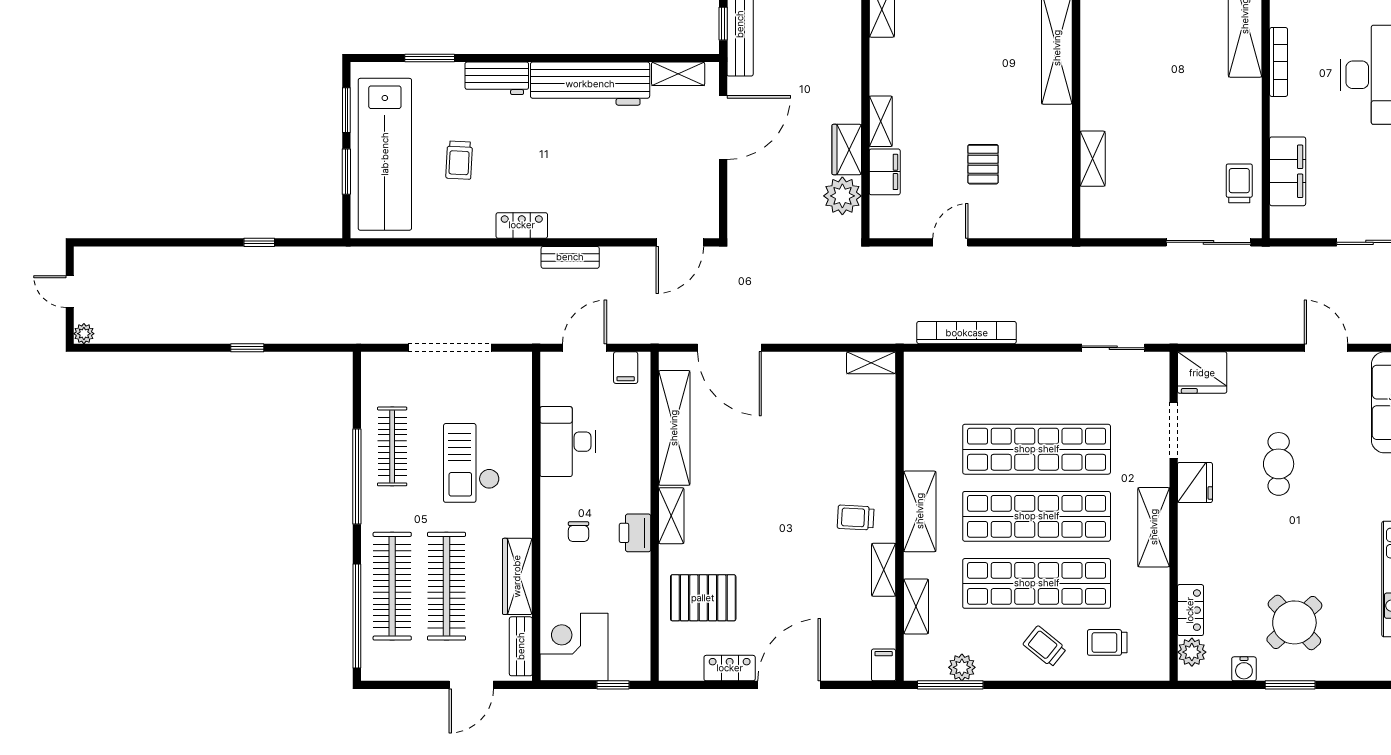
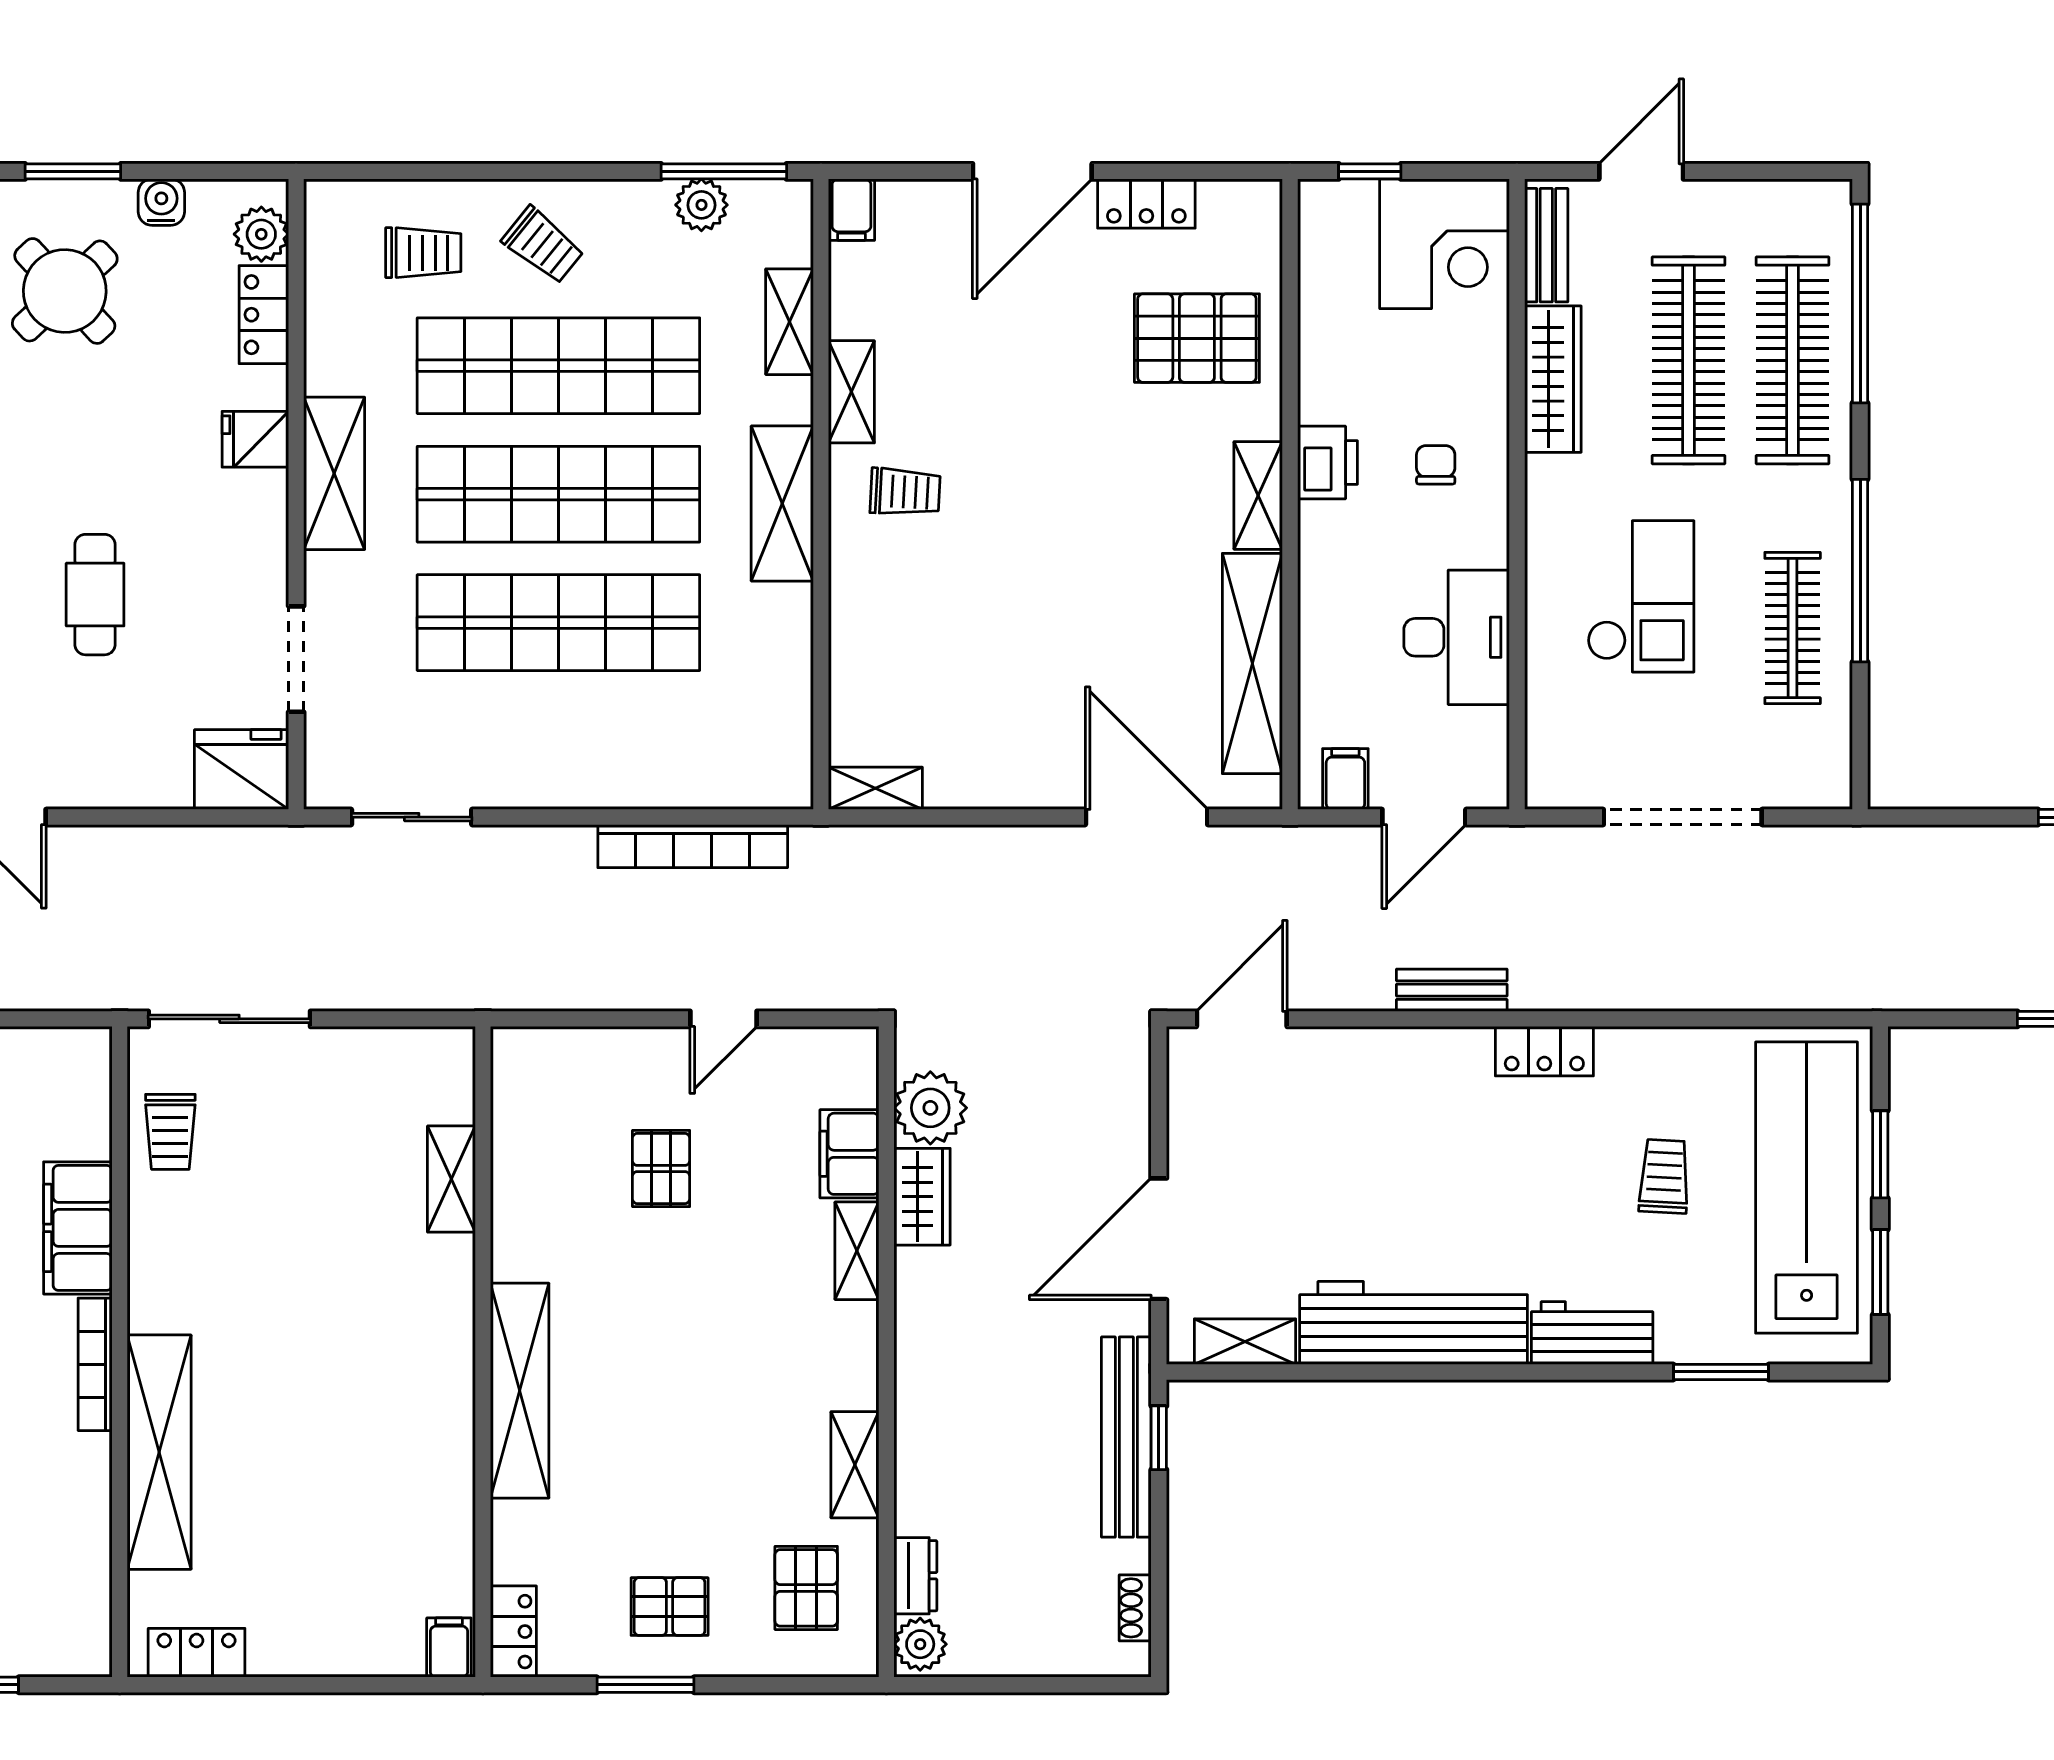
filing cabinet: (1288, 171) -> (78, 1228), moved
fridge: (1195, 482) -> (255, 439), moved, width x0.72

